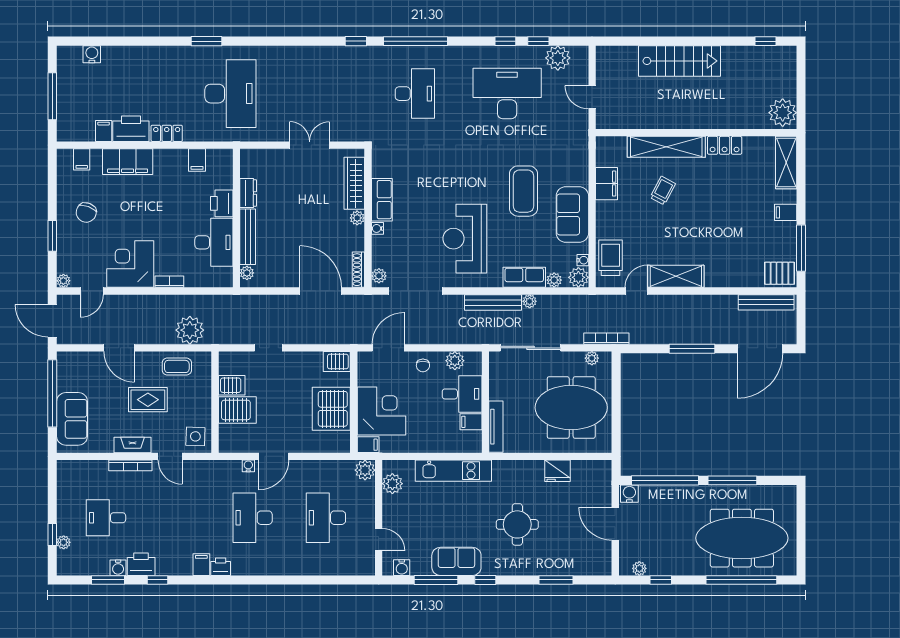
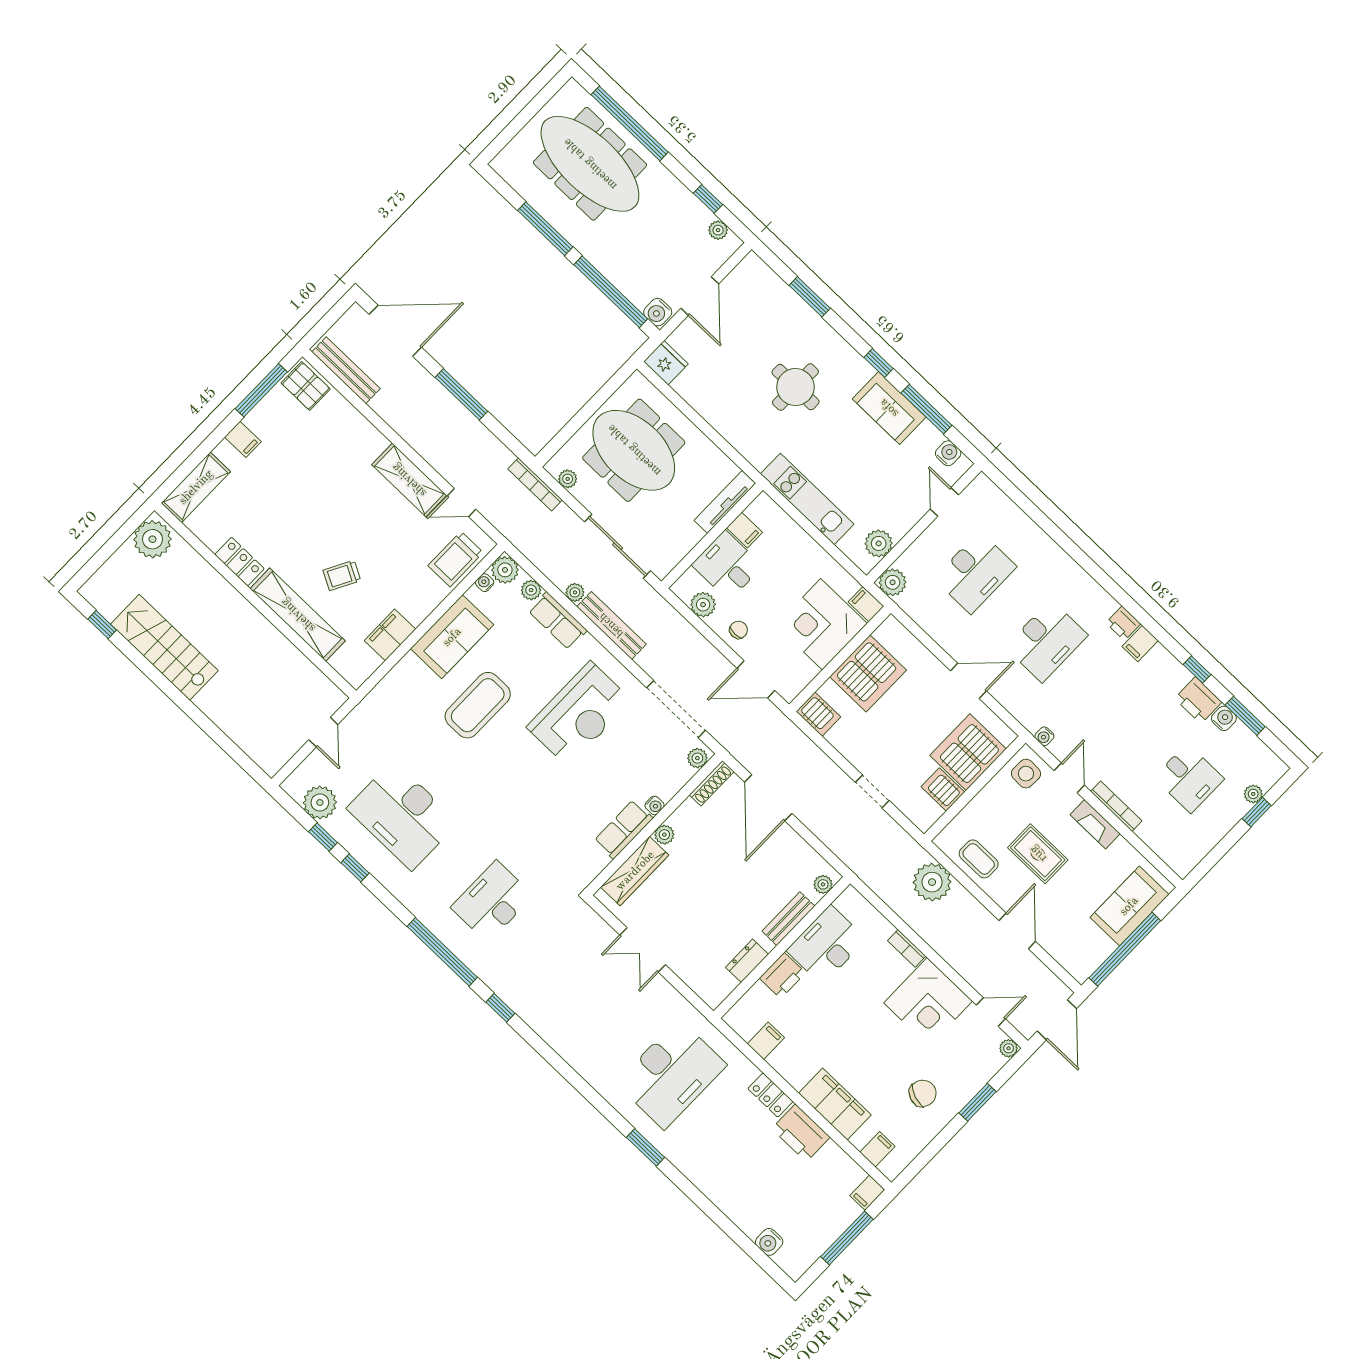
stairs: (680, 61) -> (164, 647), moved
desk: (230, 94) -> (671, 1074), turned 180
filing cabinet: (104, 131) -> (867, 1193), moved
bench: (248, 237) -> (788, 919), width x0.73
server rack: (237, 410) -> (968, 752), width x1.60
water cooler: (248, 466) -> (1044, 736), moved
fridge: (558, 471) -> (666, 363), moved

